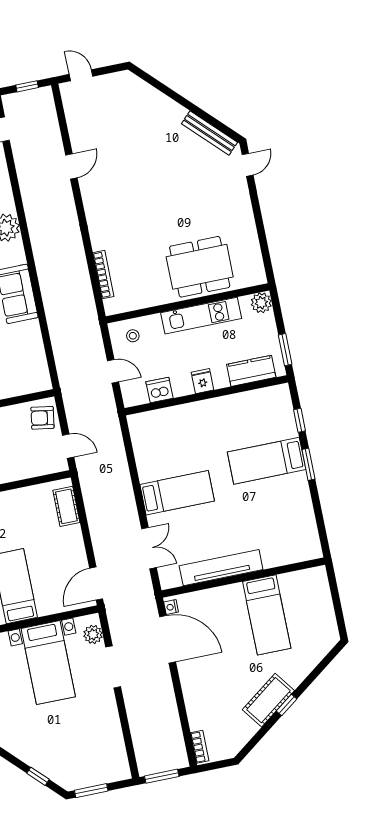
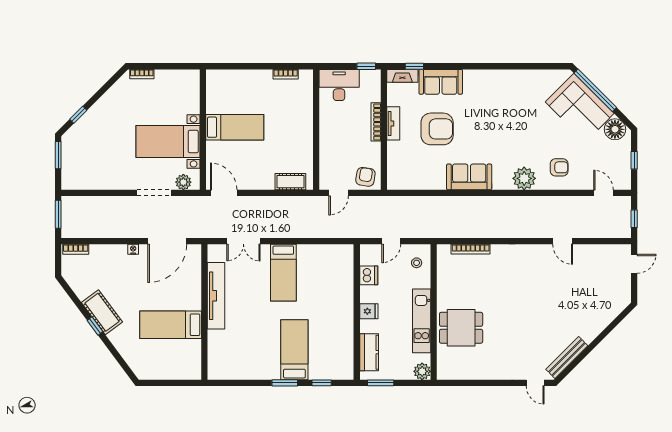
dining table: (200, 267) -> (461, 328), width x0.73
nightstand: (171, 607) -> (133, 249), moved

